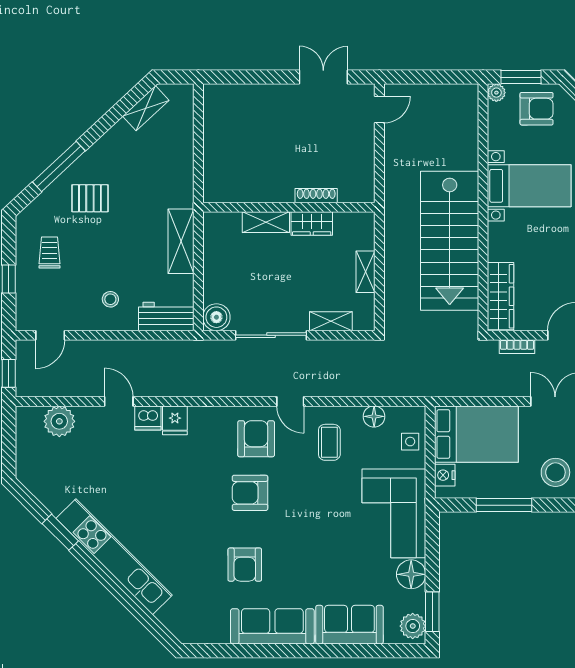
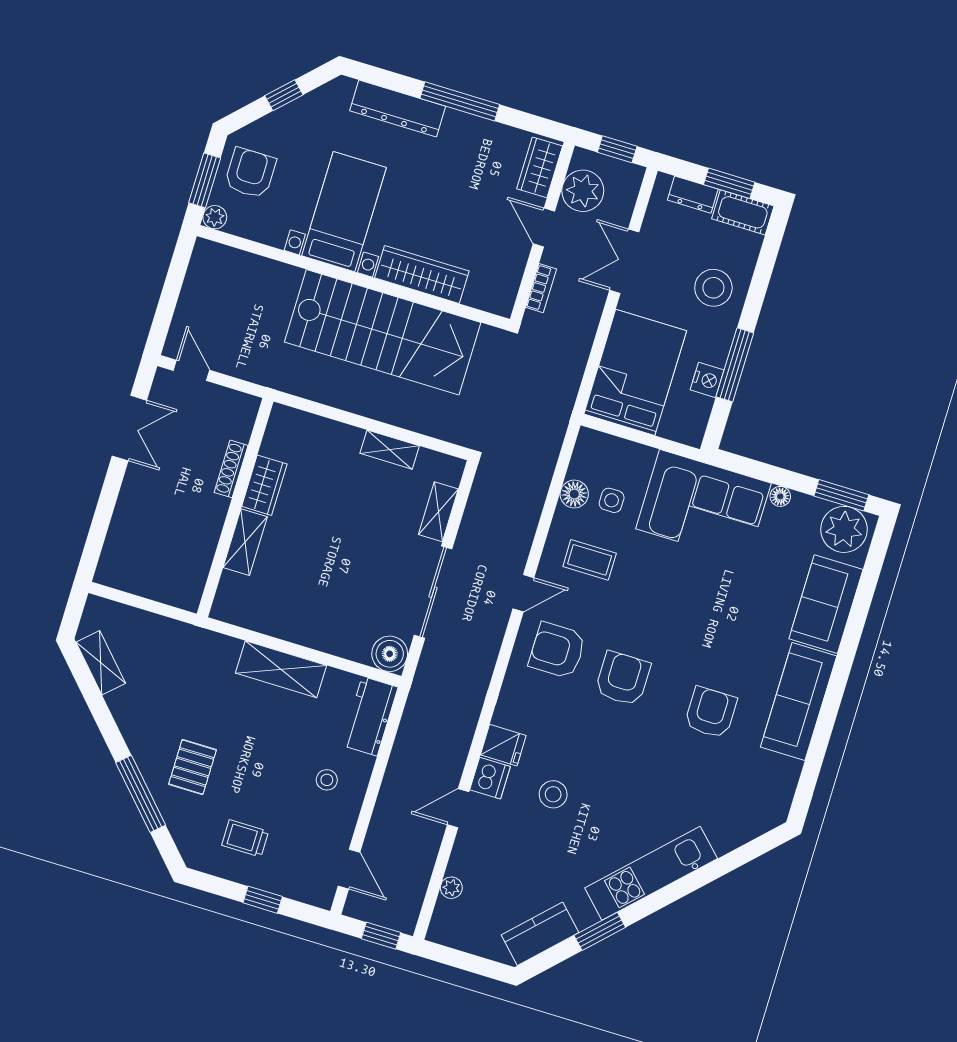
double door: (323, 77) -> (129, 428), swing flipped
shoe rack: (316, 196) -> (231, 469), moved
wall: (289, 207) -> (235, 508), moved
shelving: (266, 222) -> (245, 542), moved
wardrobe: (312, 224) -> (264, 485), moved
wardrobe: (500, 296) -> (422, 274), moved
plant: (59, 421) -> (451, 888), width x0.53, depth x0.53
side table: (410, 442) -> (612, 500), moved
stool: (150, 468) -> (553, 794), added
nightstand: (445, 475) -> (707, 380), moved, turned -90
kitchen counter: (45, 489) -> (540, 934), added
armchair: (250, 493) -> (623, 678), turned 180
kitchen unit: (114, 557) -> (651, 873), width x0.73
armchair: (245, 565) -> (711, 713), turned -90
floor lamp: (411, 574) -> (780, 496), width x0.53, depth x0.53
plant: (413, 626) -> (844, 529), width x1.36, depth x1.36

